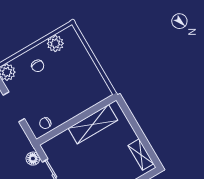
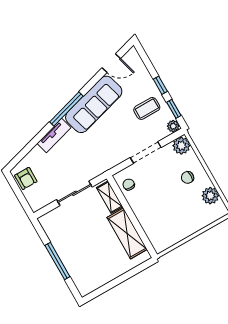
shelving: (141, 155) -> (110, 197), moved, turned 90
floor lamp: (33, 159) -> (93, 172), removed

